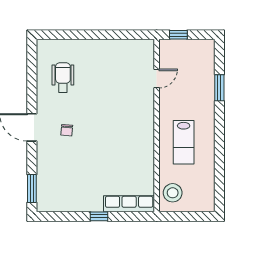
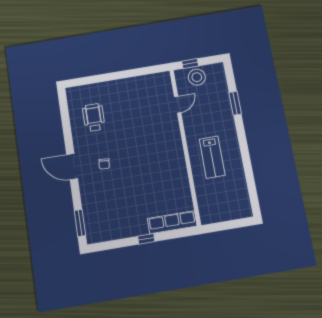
stool: (173, 193) -> (197, 77), moved

